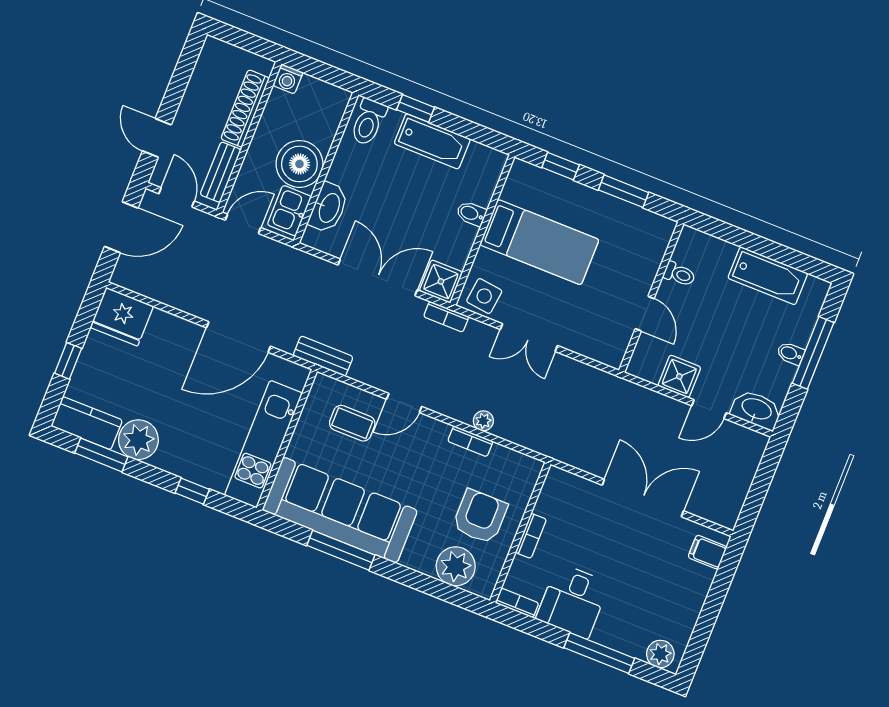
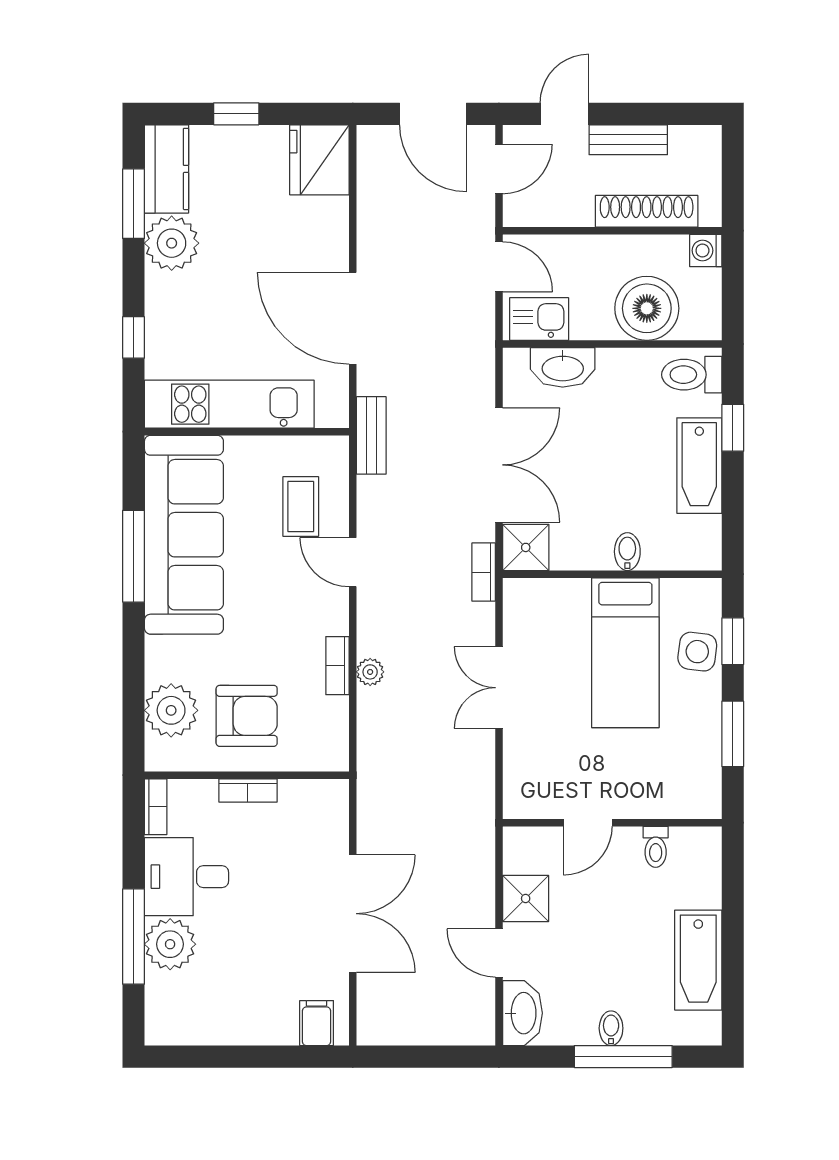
boiler: (299, 164) -> (647, 308), moved
bench: (221, 172) -> (628, 140), moved
side table: (484, 296) -> (697, 652), moved
plant: (660, 654) -> (170, 944), moved, width x1.36, depth x1.36

